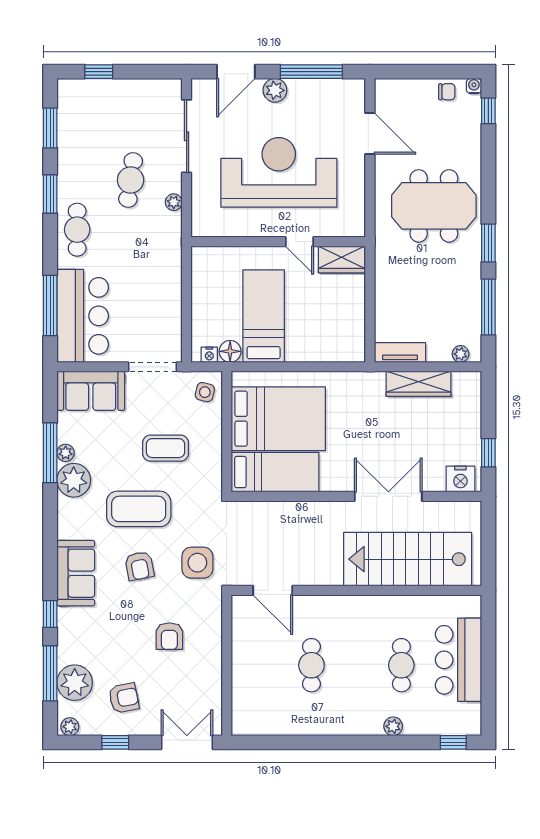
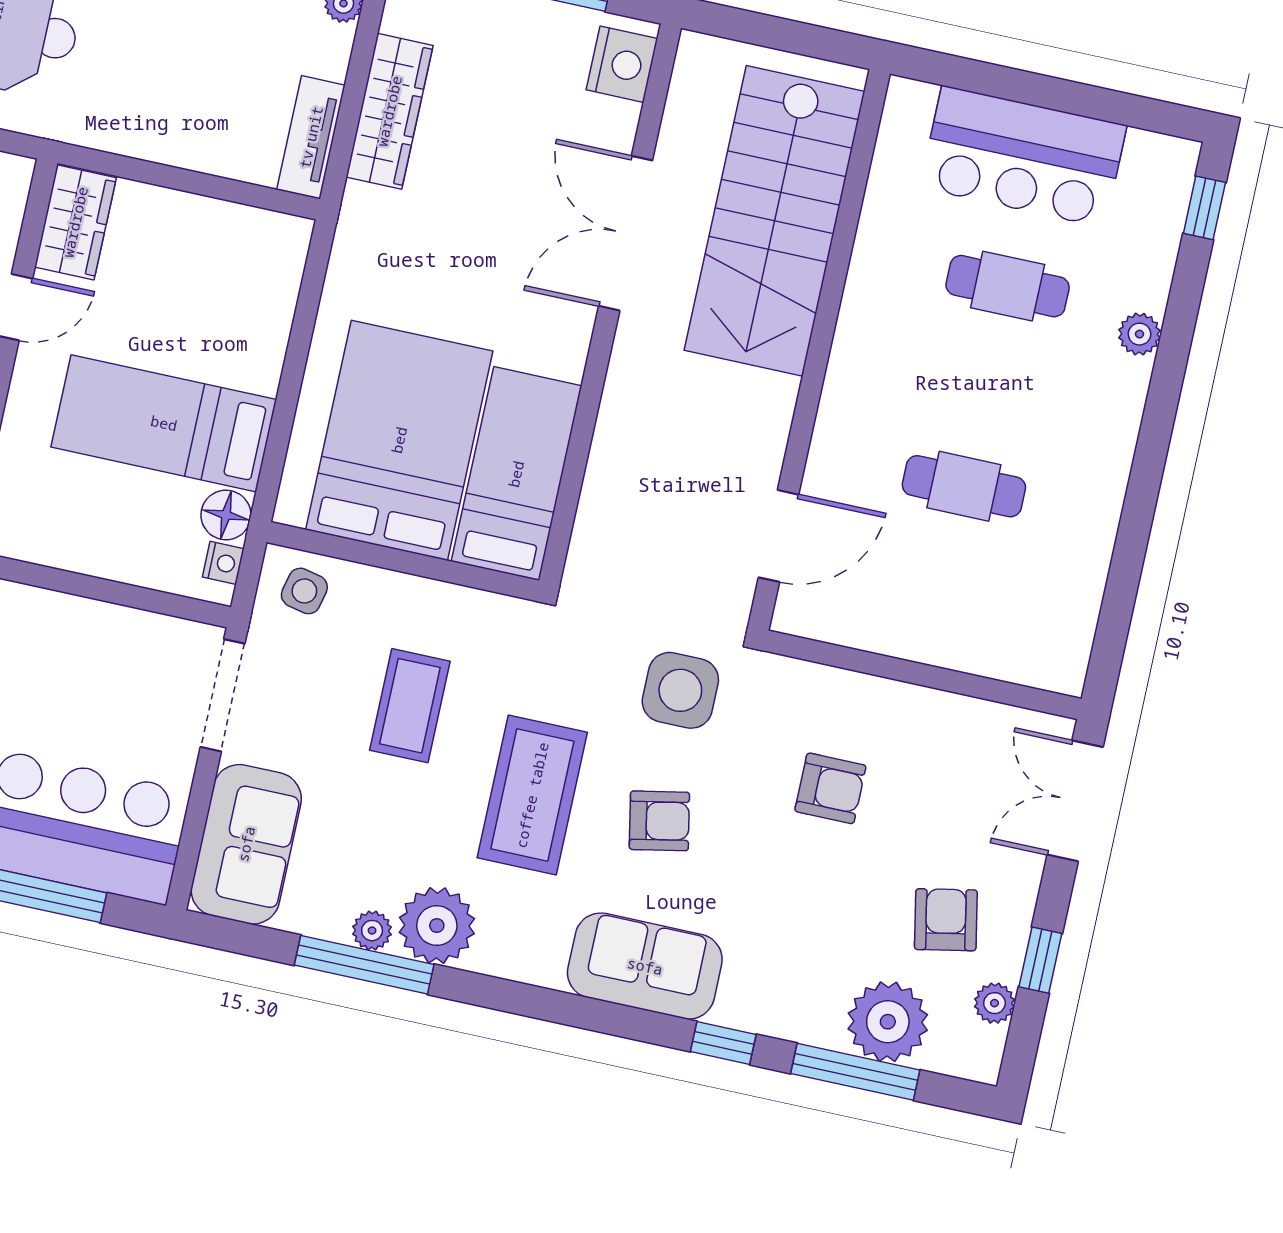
plant: (70, 727) -> (995, 1003), moved

